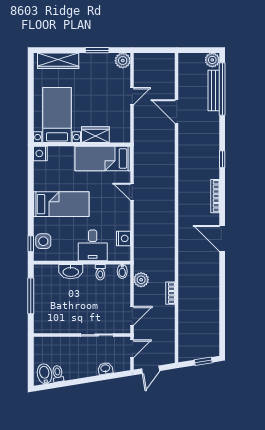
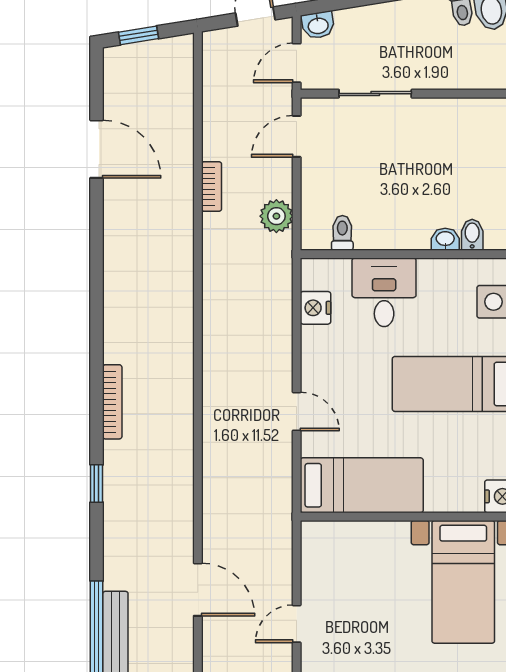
wardrobe: (95, 135) -> (378, 538), removed
door: (222, 238) -> (97, 149), moved
bidet: (122, 271) -> (472, 235), moved
washbasin: (71, 272) -> (445, 239), width x0.52, depth x0.69
toilet: (100, 272) -> (342, 233), moved
washbasin: (105, 369) -> (318, 25), moved

